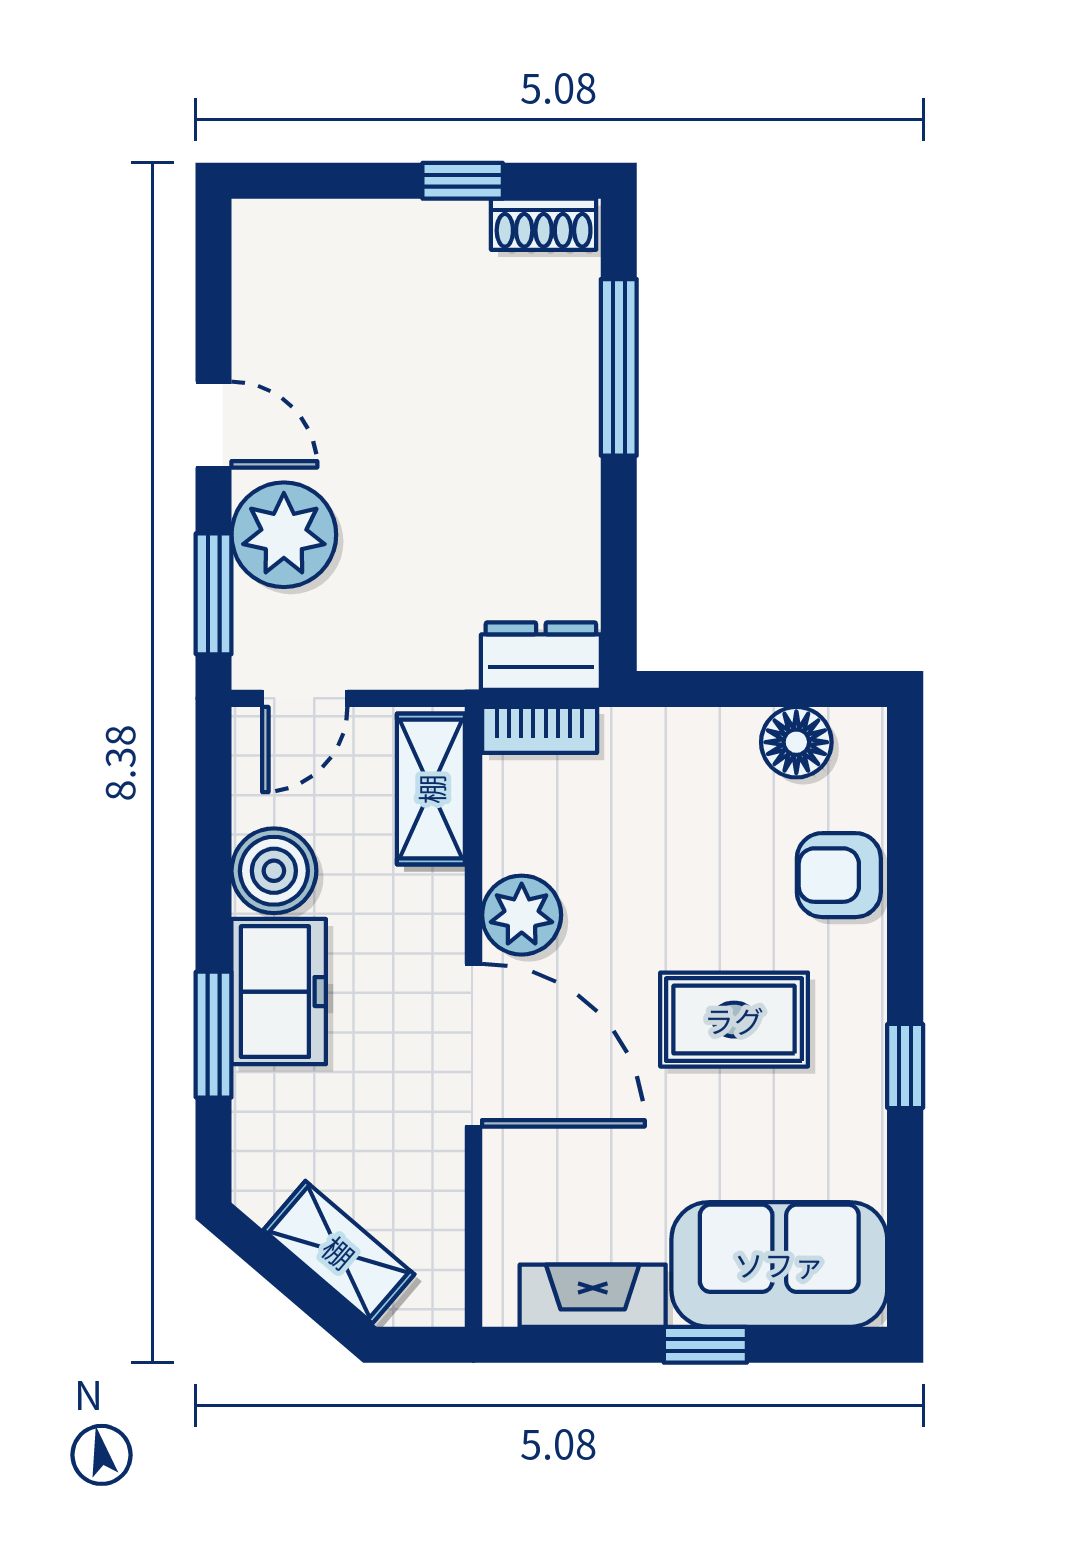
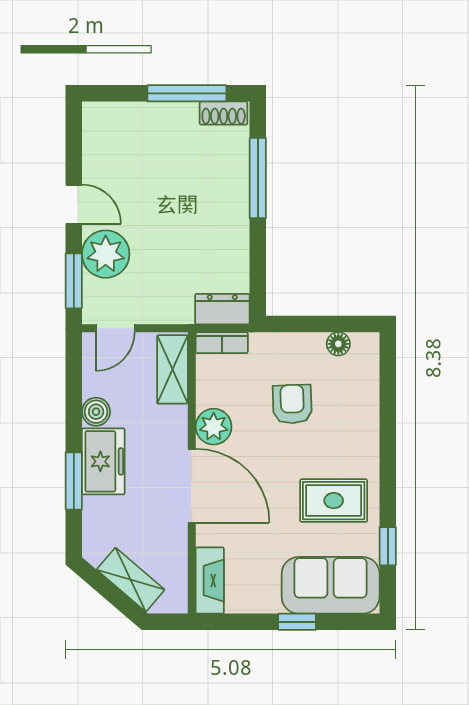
window: (463, 181) -> (187, 93), width x2.17
floor lamp: (796, 742) -> (338, 344), width x0.73, depth x0.73
boiler: (274, 871) -> (96, 412), width x0.73, depth x0.73
armchair: (839, 875) -> (292, 404), moved, turned 88
rug: (734, 1020) -> (334, 501), moved
window: (905, 1066) -> (388, 546), moved
fireplace: (593, 1296) -> (210, 580), moved, turned 90

